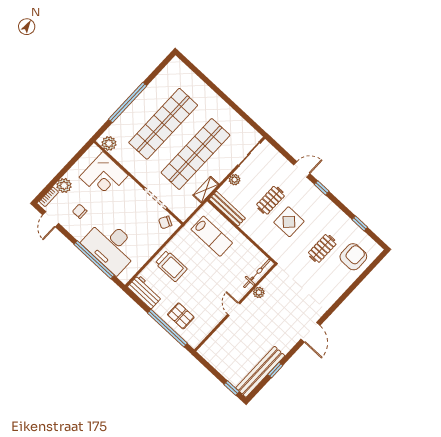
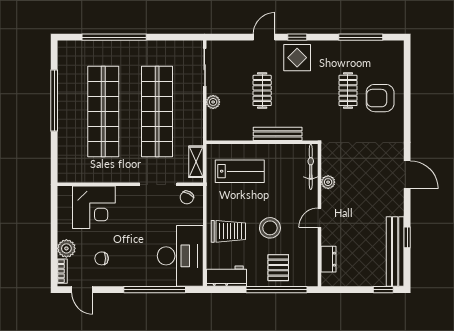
window: (211, 85) -> (114, 37), added
window: (128, 102) -> (54, 100), moved
plant: (109, 143) -> (71, 174), removed
shelving: (206, 190) -> (196, 162), moved
bench: (227, 209) -> (278, 134), moved
display table: (289, 222) -> (297, 58), moved
window: (360, 223) -> (361, 37), width x2.17
desk: (111, 246) -> (180, 256), moved, turned -90
armchair: (353, 257) -> (380, 98), moved, turned -90
stool: (198, 287) -> (270, 228), added
door: (234, 309) -> (320, 218), hinge flipped
pallet: (181, 316) -> (278, 268), turned 90
dresser: (216, 339) -> (329, 259), added

